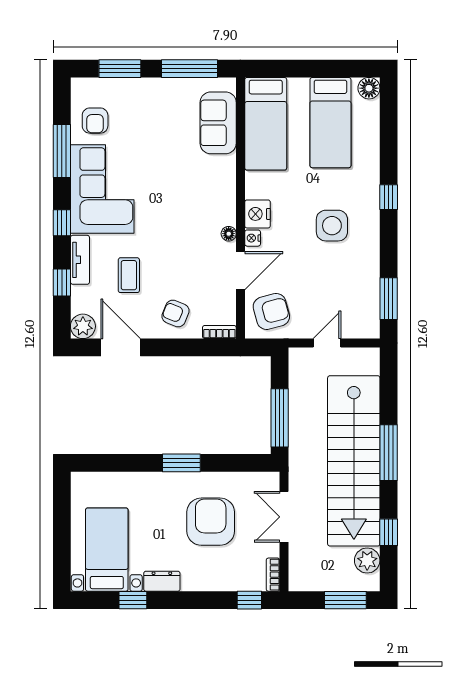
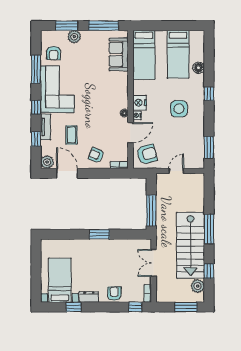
floor lamp: (369, 88) -> (199, 68), moved
plant: (134, 89) -> (74, 37), added
stairs: (354, 461) -> (191, 245), width x0.73
armchair: (211, 522) -> (114, 294), moved, width x0.53, depth x0.53

